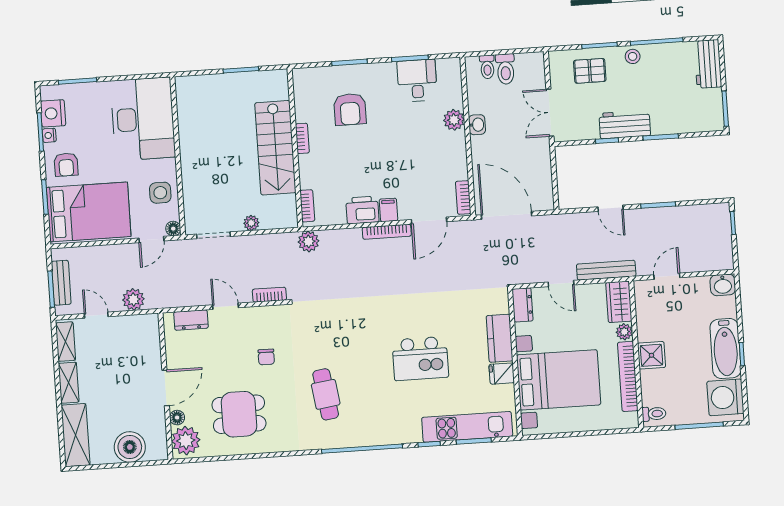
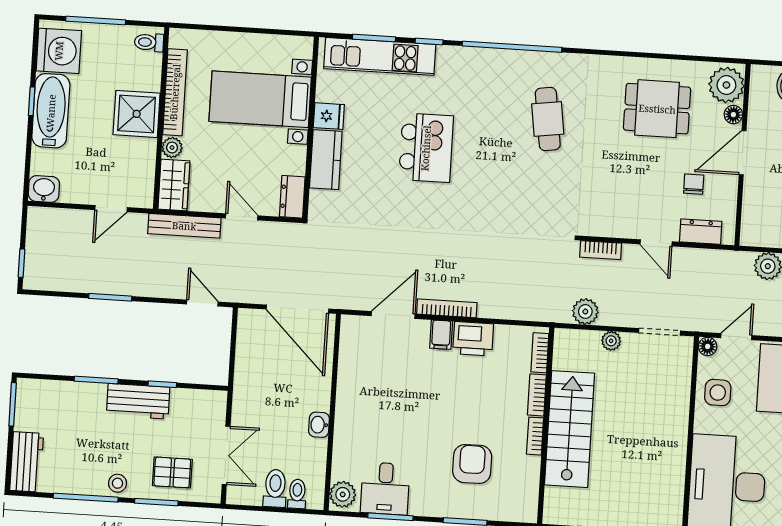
double door: (550, 113) -> (226, 455), moved
plant: (454, 120) -> (343, 494), moved
bookcase: (463, 197) -> (537, 395), moved, turned 180
door: (611, 208) -> (202, 303), moved
plant: (309, 241) -> (585, 312), moved
shower: (652, 355) -> (137, 114), width x1.36, depth x1.36
chair: (266, 357) -> (694, 184), moved
kitchen island: (420, 358) -> (426, 148), turned 90
bed with nightstands: (559, 380) -> (260, 99), width x0.73

